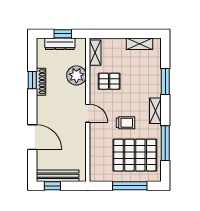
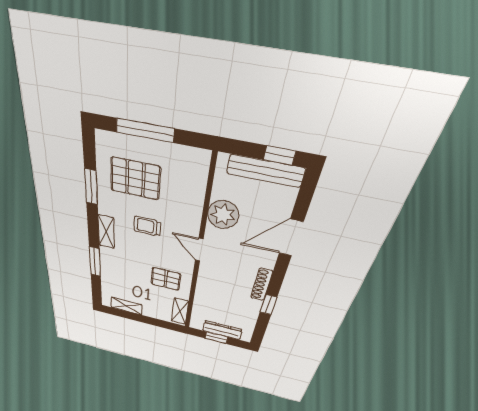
plant: (76, 75) -> (223, 215), moved
shoe rack: (41, 82) -> (262, 284), moved
door: (32, 137) -> (291, 238), hinge flipped
window: (165, 143) -> (91, 187), width x0.69
pallet: (135, 155) -> (135, 179), width x0.73, depth x0.71

